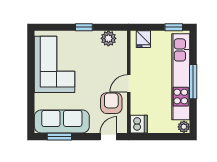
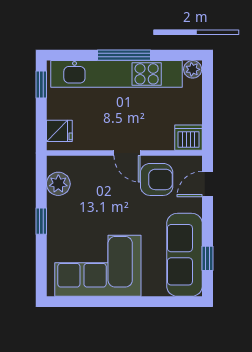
armchair: (111, 103) -> (157, 179), turned 180
window: (59, 137) -> (207, 258), width x0.67
door: (108, 137) -> (207, 184), hinge flipped

